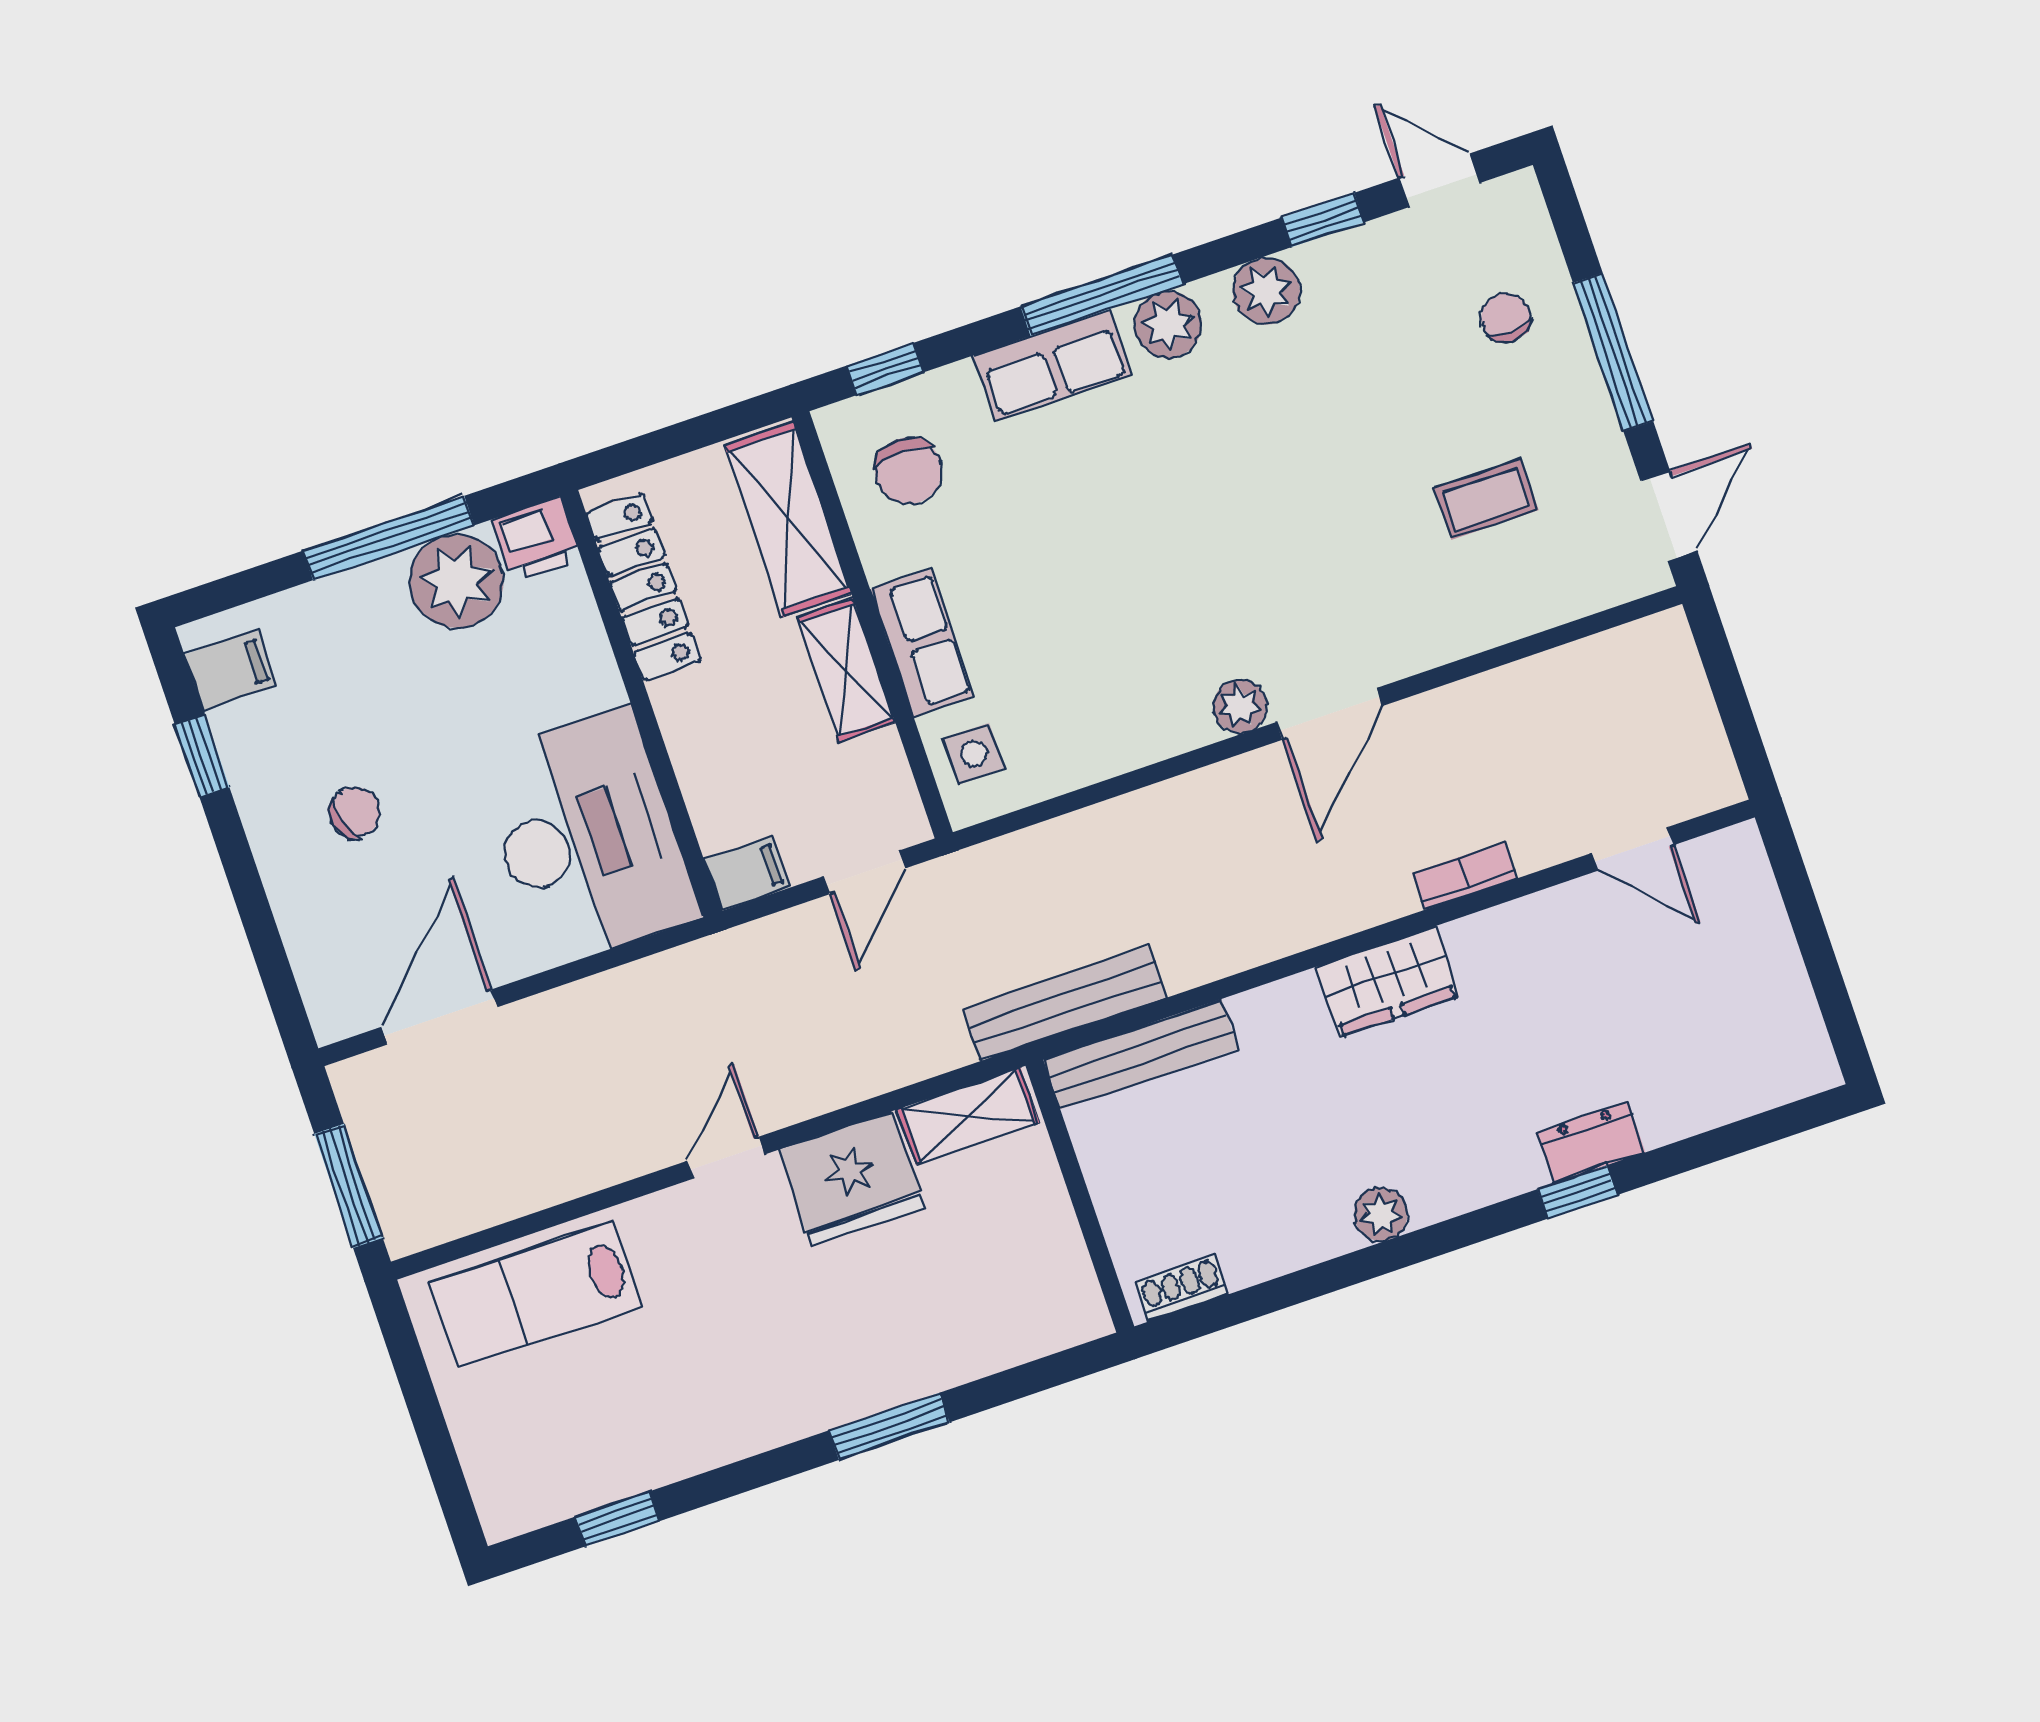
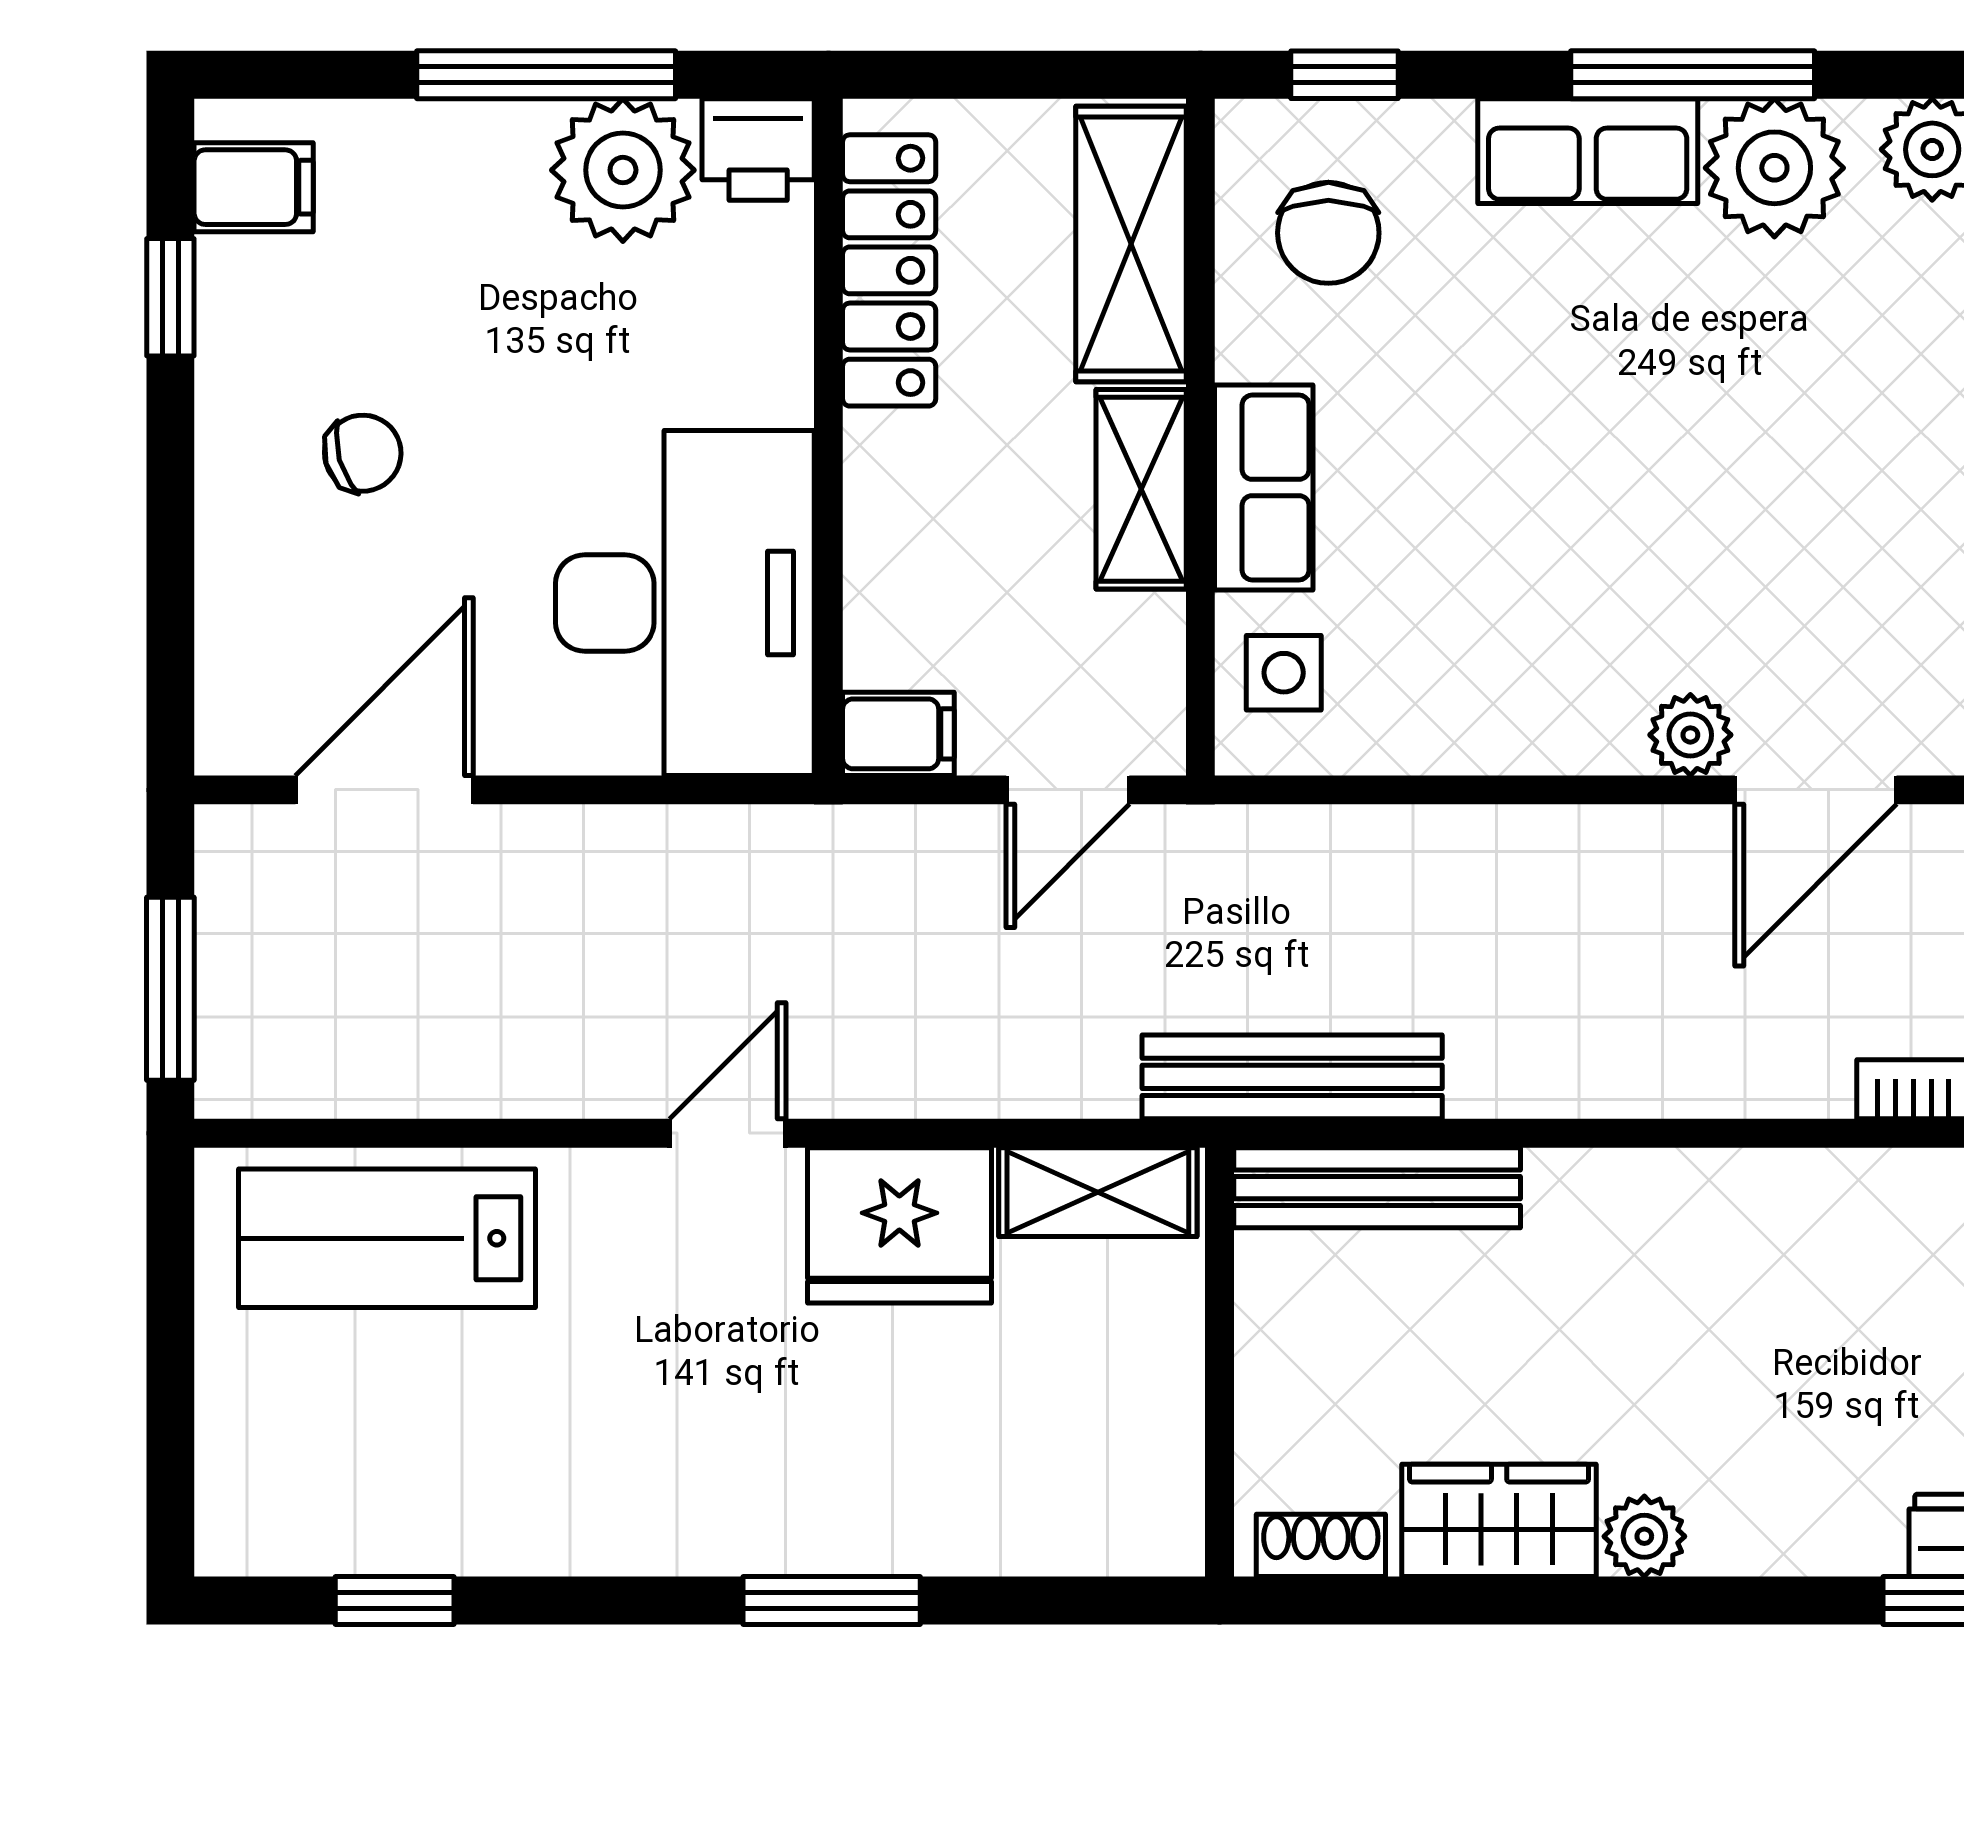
plant: (1168, 324) -> (1774, 168), width x1.36, depth x1.36
wardrobe: (1387, 982) -> (1499, 1520), moved, turned 180

